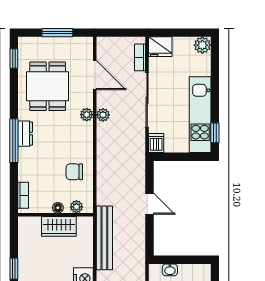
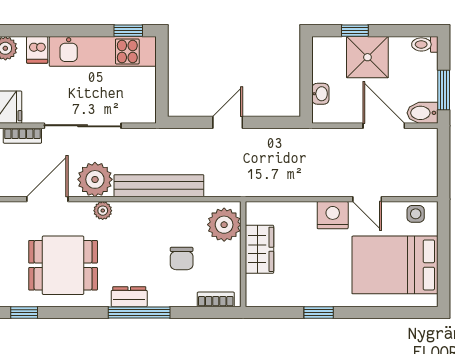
plant: (103, 115) -> (95, 179), width x1.88, depth x1.88
dishwasher: (156, 143) -> (37, 50), moved, turned -90
chair: (74, 172) -> (182, 258), moved
plant: (76, 207) -> (224, 225), width x1.88, depth x1.88
floor lamp: (58, 208) -> (233, 251), removed
bench: (104, 238) -> (159, 186), moved

